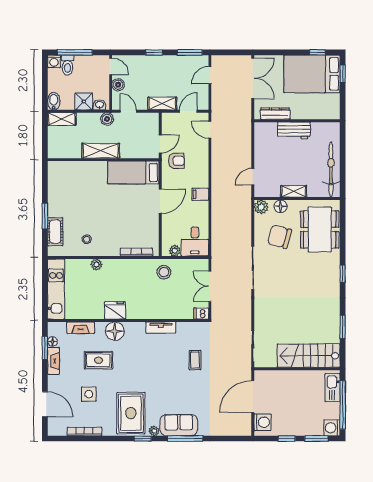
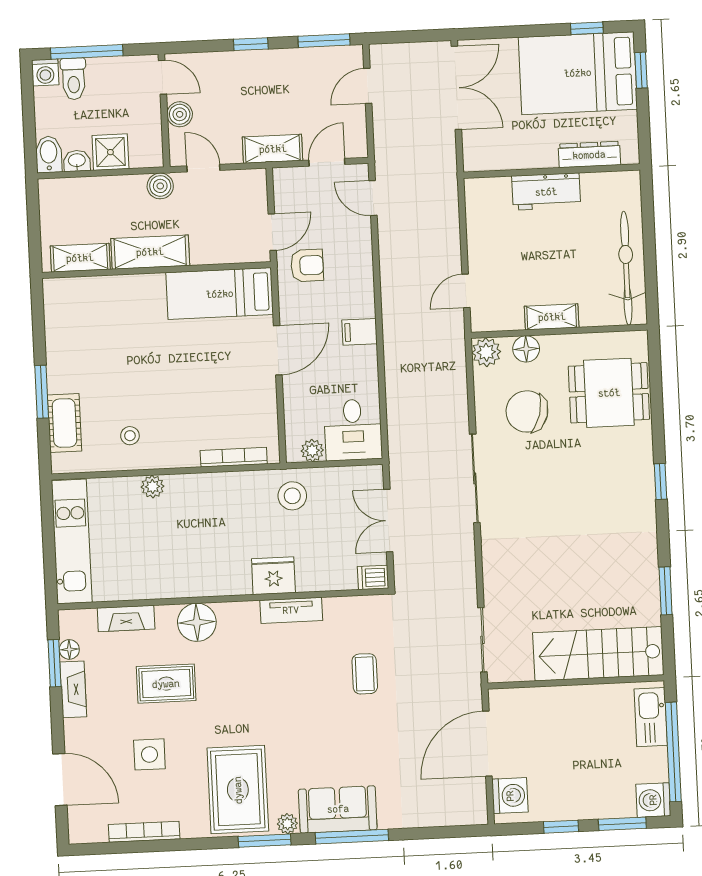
washbasin: (100, 105) -> (77, 161), moved
dresser: (275, 114) -> (589, 155), moved
shelving: (62, 119) -> (80, 258), moved
dining table: (320, 229) -> (609, 393), width x0.73
fridge: (115, 310) -> (273, 576), moved
window: (143, 439) -> (265, 841), width x1.50

